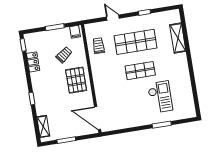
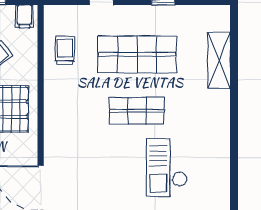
checkout: (160, 97) -> (167, 167), turned 180

